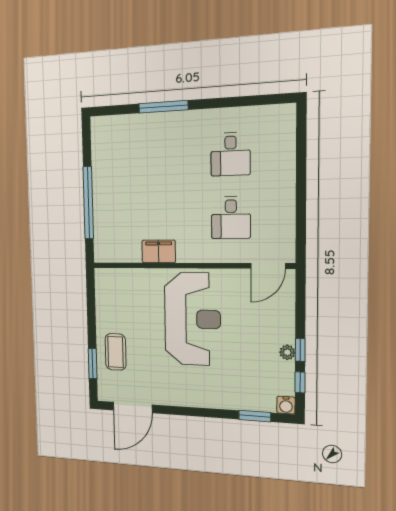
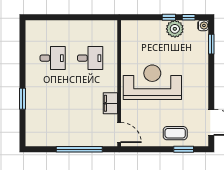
window: (163, 107) -> (23, 99), width x0.69
door: (268, 266) -> (119, 132), moved
plant: (287, 352) -> (175, 29), width x1.87, depth x1.87

